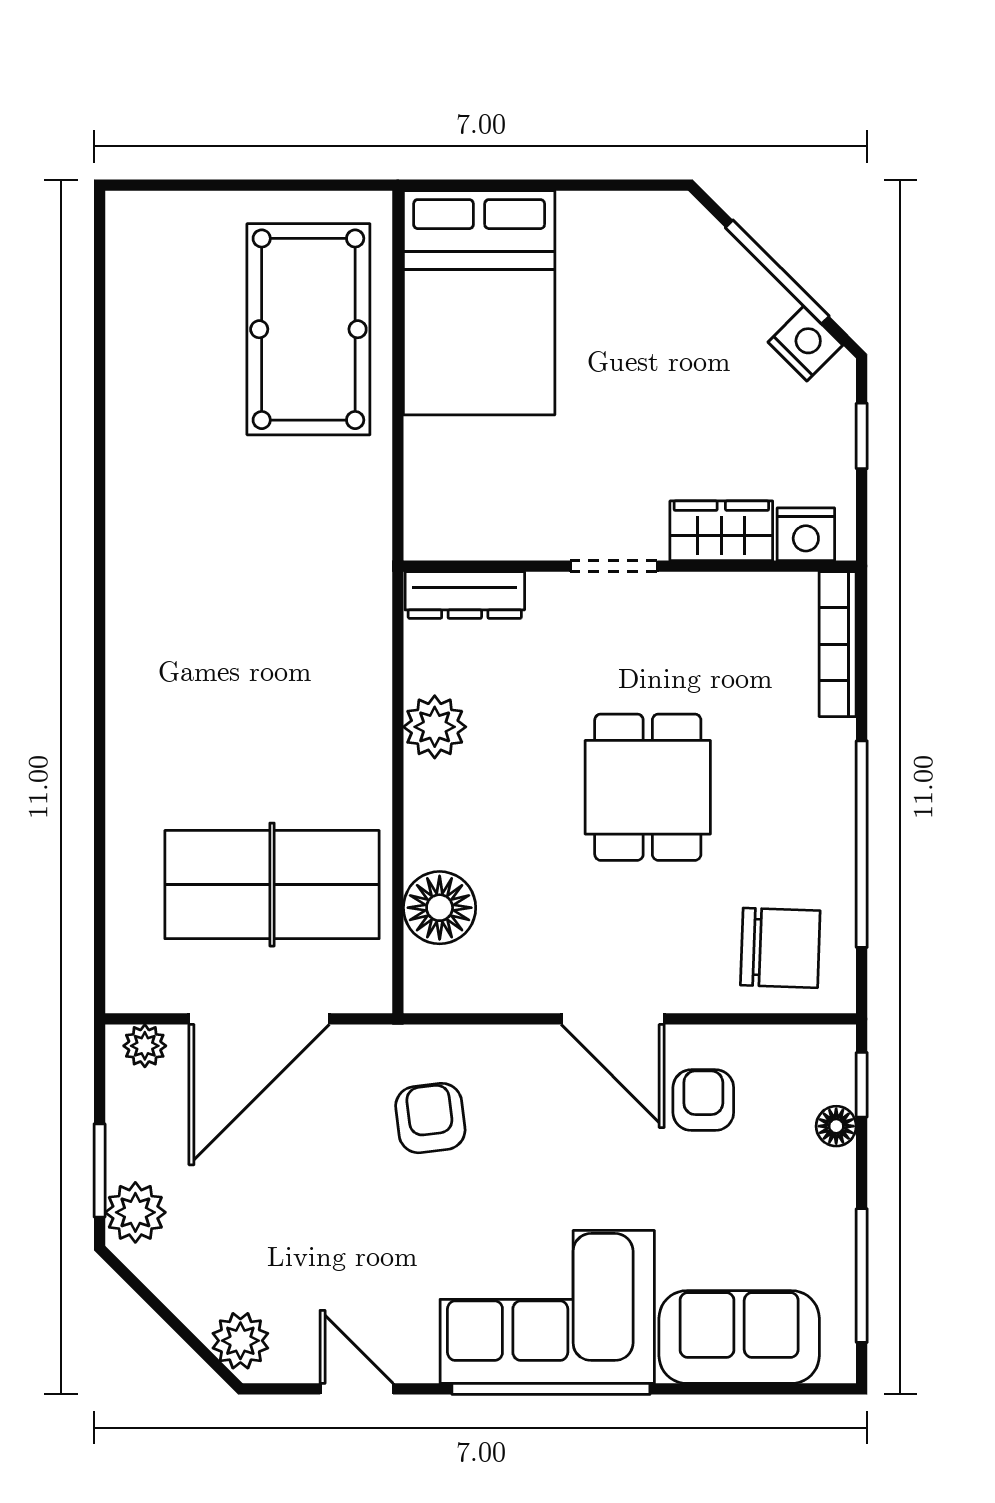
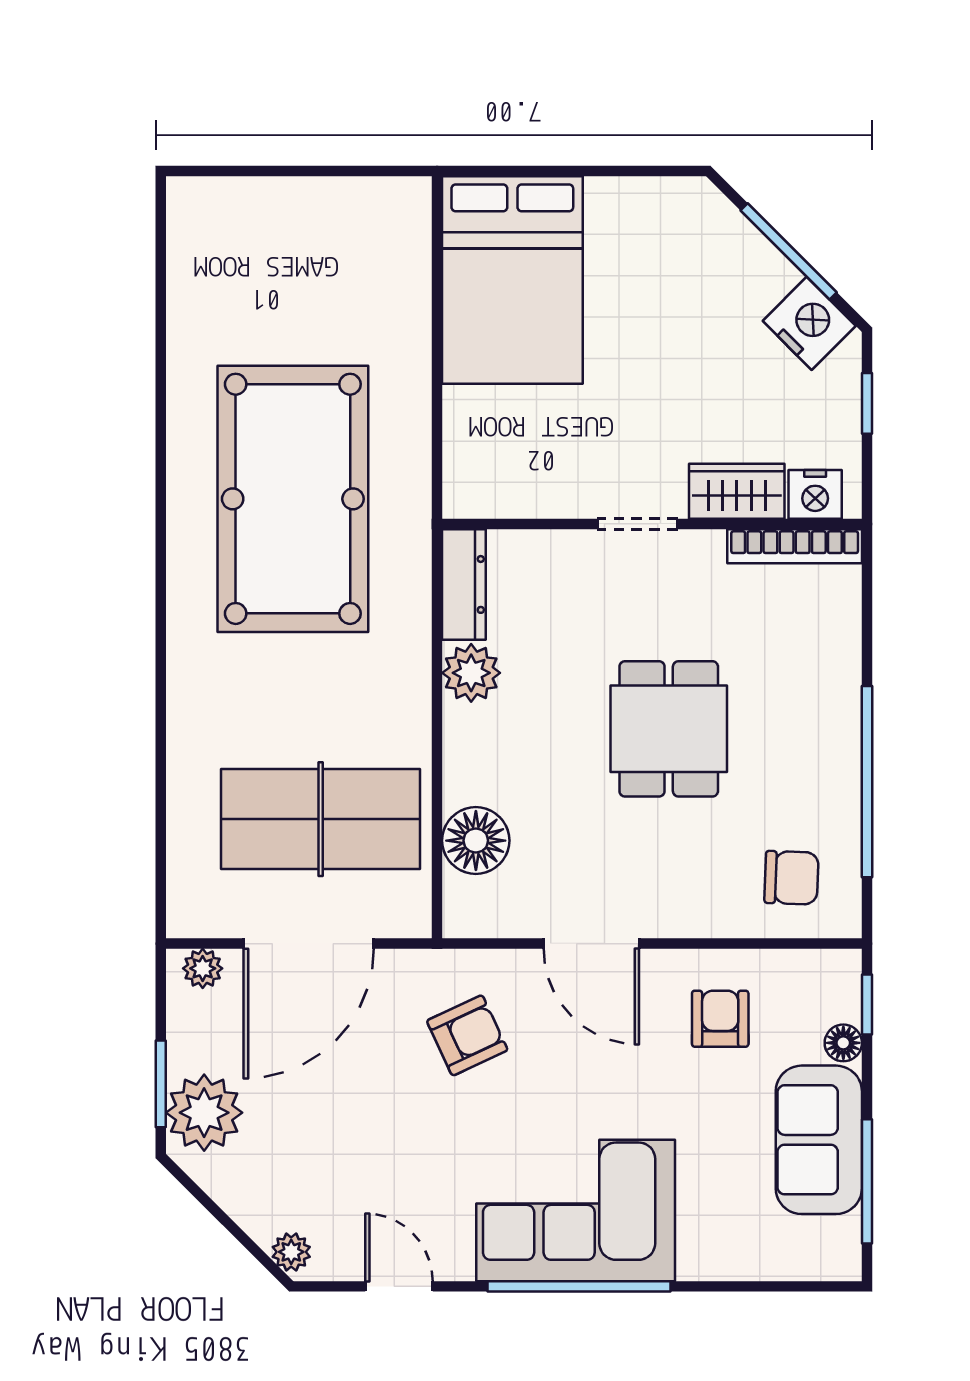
pool table: (308, 329) -> (293, 499), moved, width x1.36, depth x1.32
nightstand: (805, 344) -> (809, 323), width x1.36, depth x1.33
dresser: (465, 595) -> (464, 584), moved, turned -90
bookcase: (838, 644) -> (795, 546), moved, turned -90
chair: (780, 948) -> (791, 878), width x0.73, depth x0.73
door: (613, 1019) -> (591, 944), moved
armchair: (430, 1118) -> (467, 1035), turned 72
plant: (135, 1212) -> (204, 1113), width x1.36, depth x1.36
sofa: (739, 1337) -> (819, 1140), moved, turned -90
plant: (240, 1341) -> (291, 1252), width x0.73, depth x0.73

